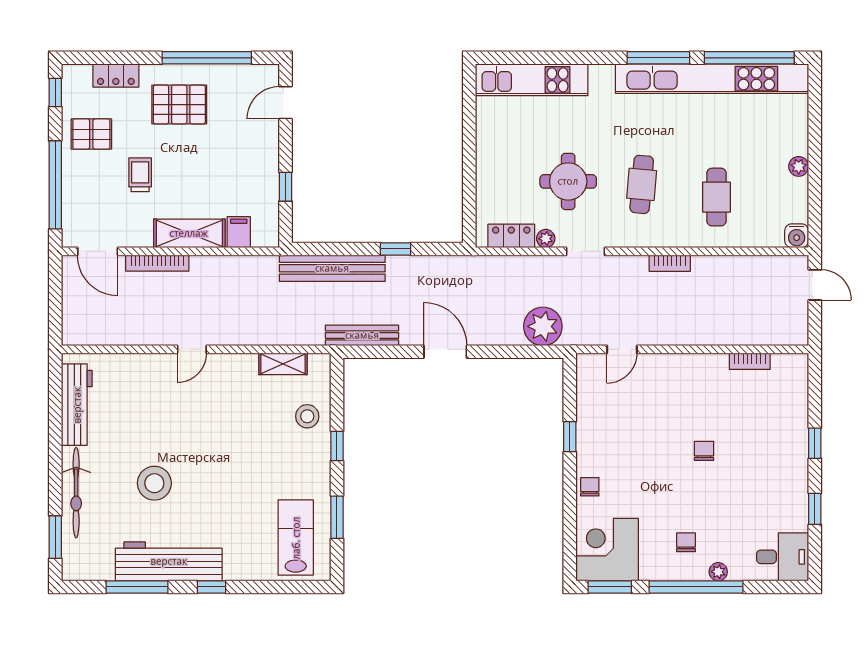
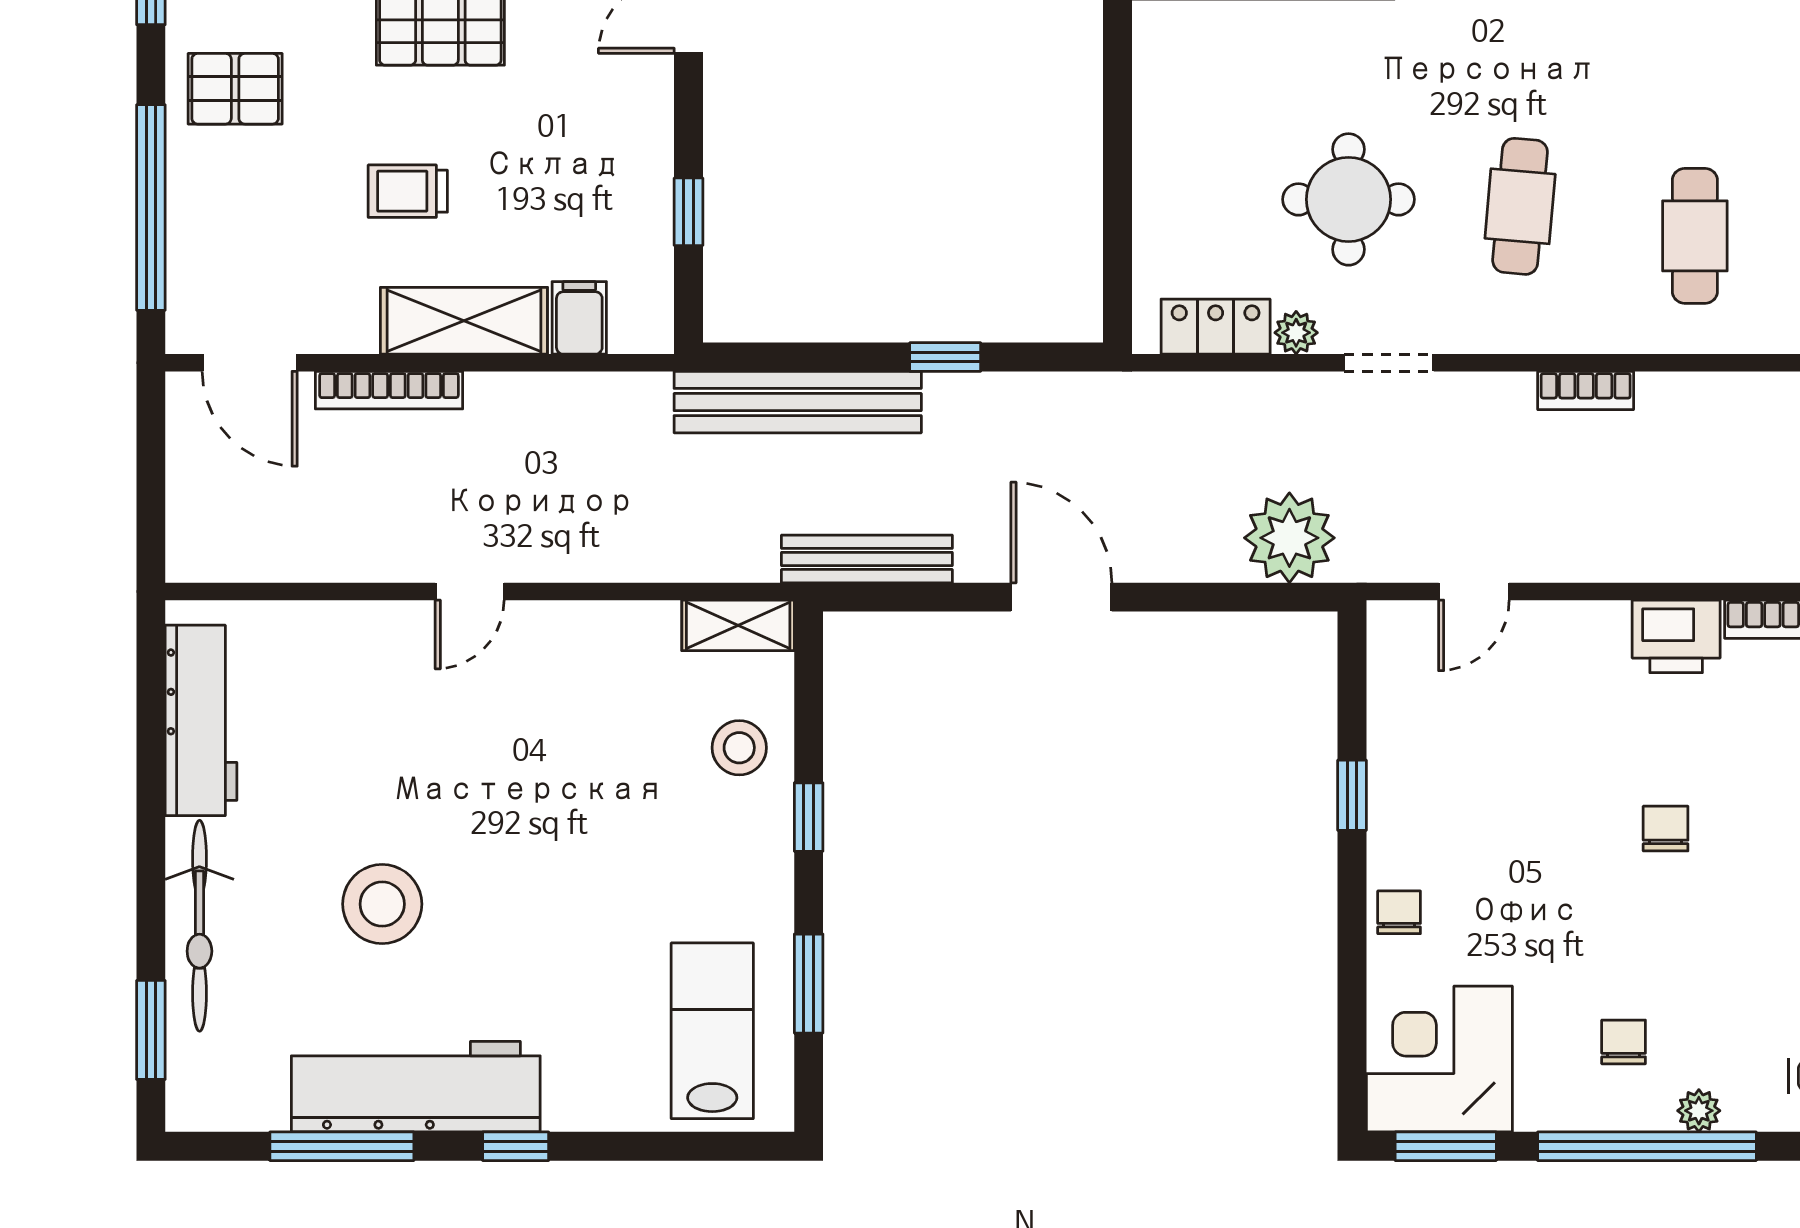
trolley: (140, 175) -> (408, 191), moved, turned -90
shelving: (283, 364) -> (738, 625), moved
printer: (708, 369) -> (1676, 636), added

